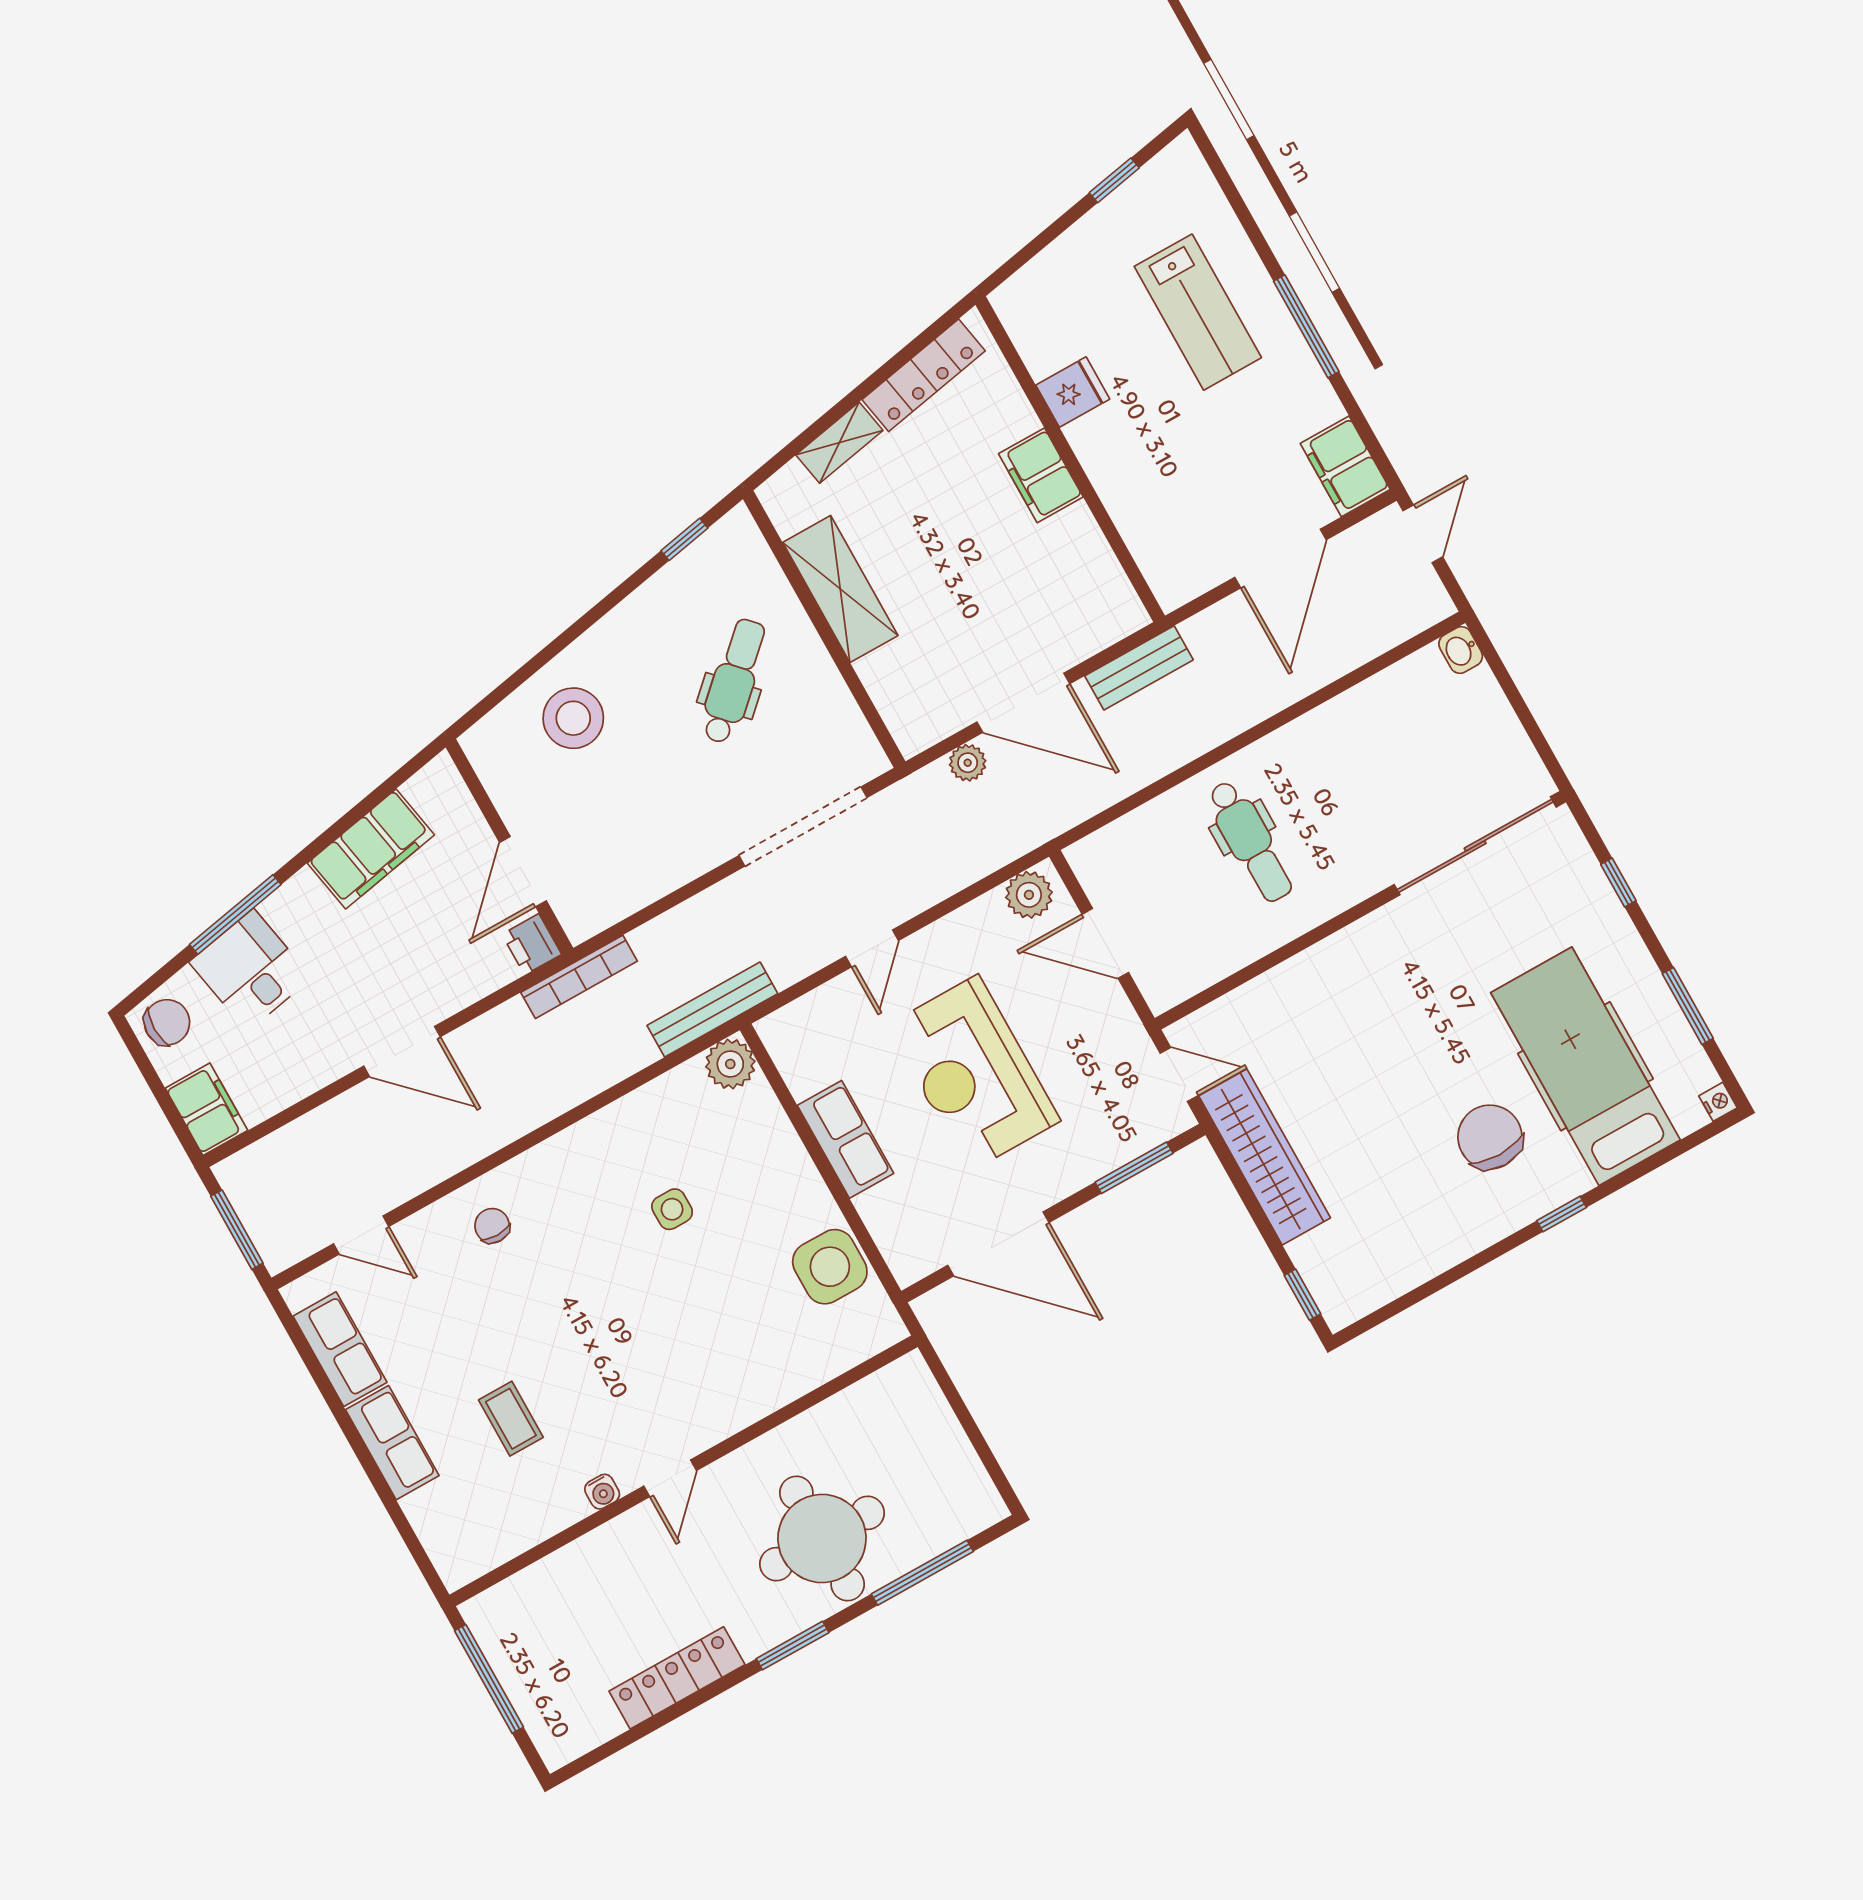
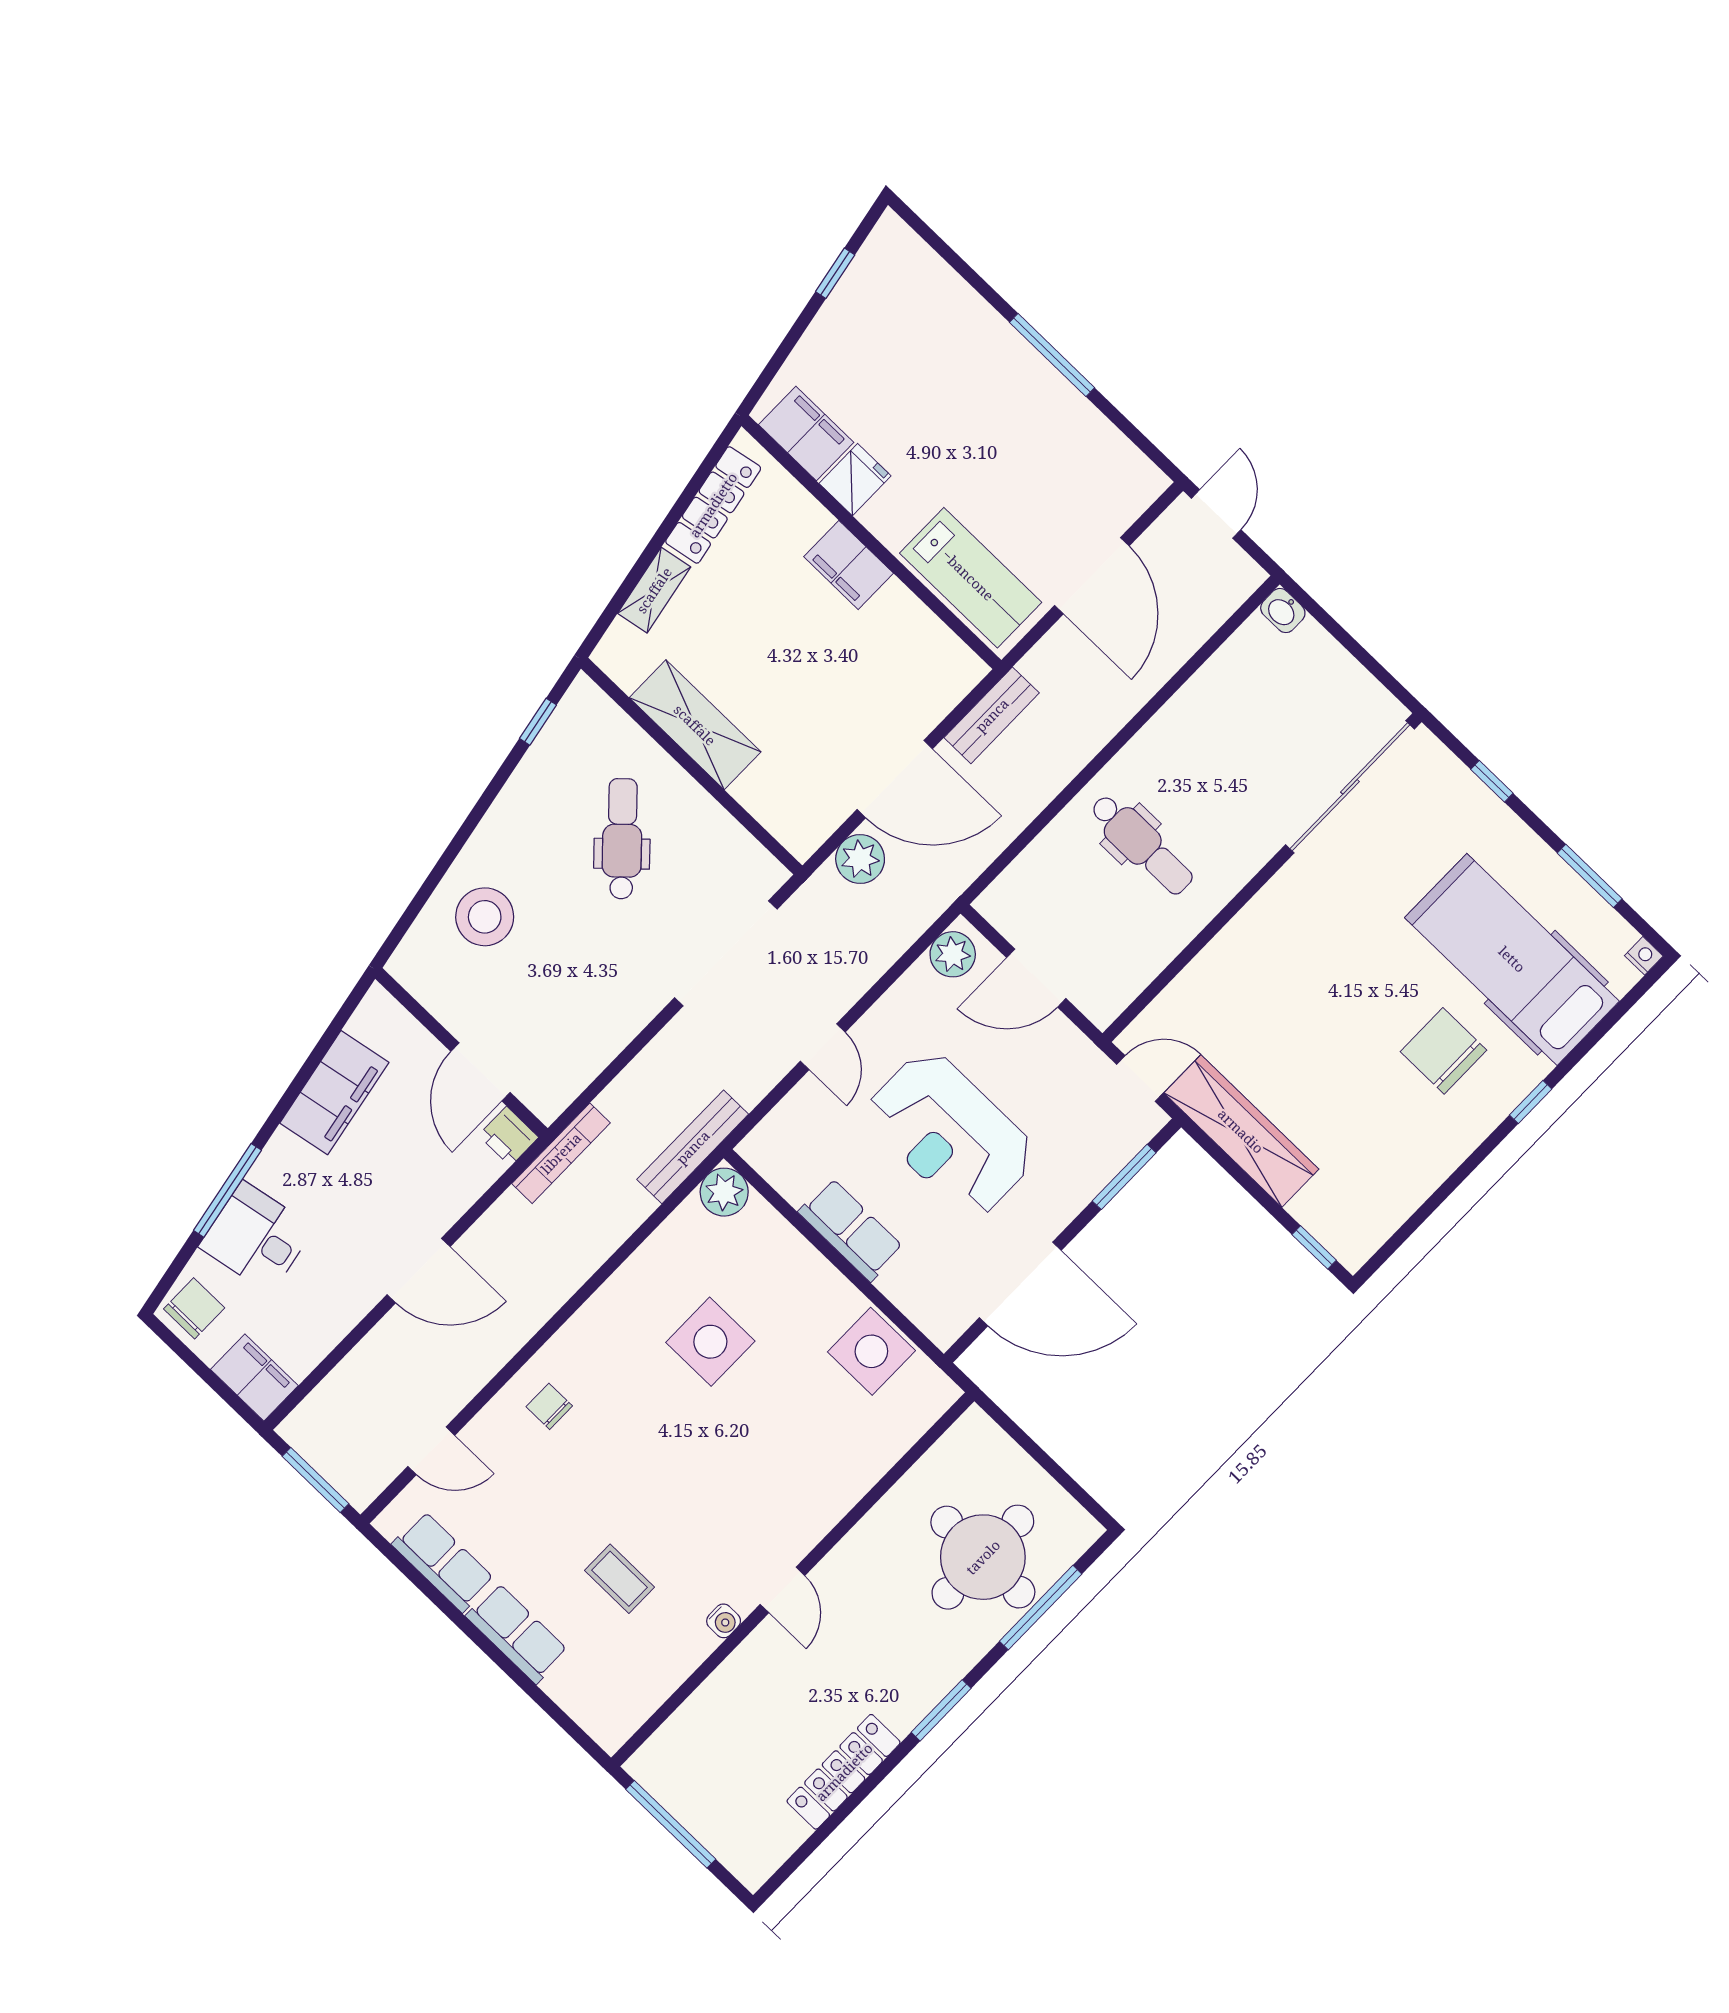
lab bench: (1198, 312) -> (971, 578), moved
filing cabinet: (1345, 466) -> (806, 433), moved, turned 180
plant: (968, 763) -> (860, 859), width x1.38, depth x1.38
side table: (672, 1209) -> (710, 1342), width x1.87, depth x1.87
round table: (822, 1538) -> (983, 1557), moved

